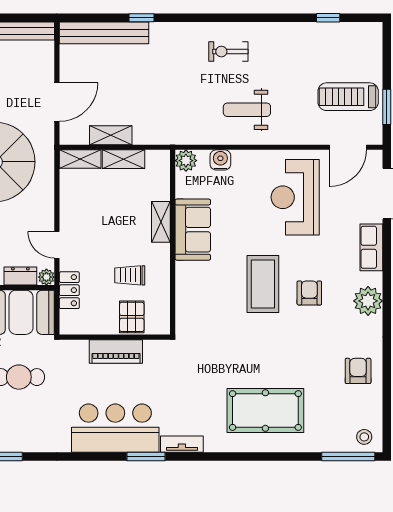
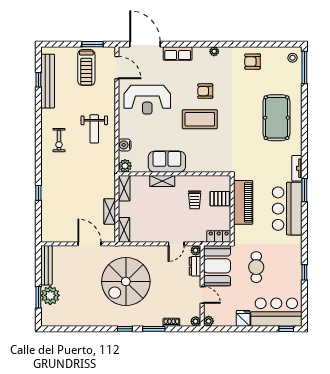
bench: (104, 33) -> (48, 81), moved
shelving: (124, 159) -> (124, 188), moved
locker: (69, 290) -> (219, 237), moved
plant: (368, 301) -> (214, 51), width x0.53, depth x0.53
piano: (116, 351) -> (243, 202), width x1.37, depth x1.33

